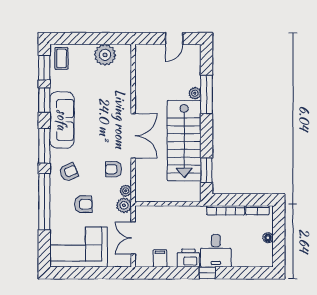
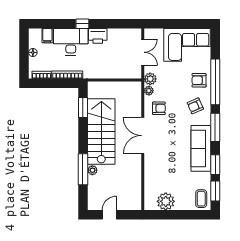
armchair: (83, 204) -> (199, 80), moved
desk: (216, 251) -> (71, 42), width x1.37
filing cabinet: (160, 258) -> (47, 36), moved

